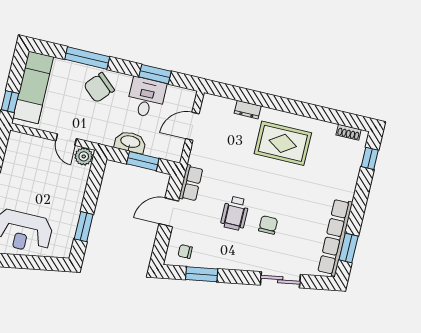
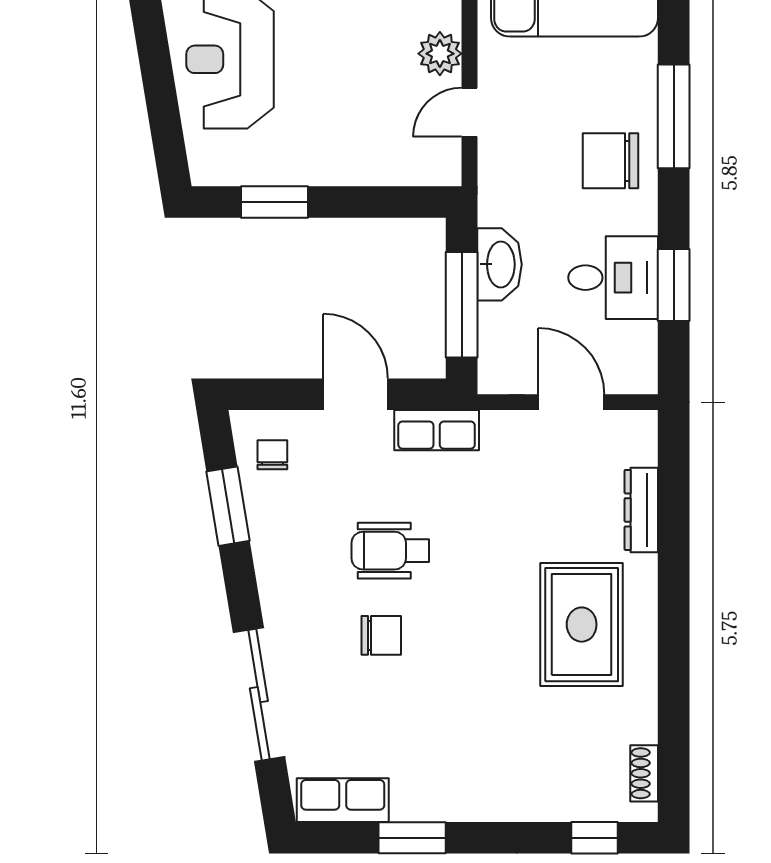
chair: (99, 88) -> (611, 161), turned -42
dresser: (248, 110) -> (641, 510), width x1.44
plant: (84, 156) -> (440, 54), moved
window: (143, 161) -> (462, 305), width x1.44
row of seats: (335, 237) -> (343, 800), width x0.50
window: (349, 248) -> (412, 838), moved
sliding door: (280, 280) -> (259, 695), width x1.37

